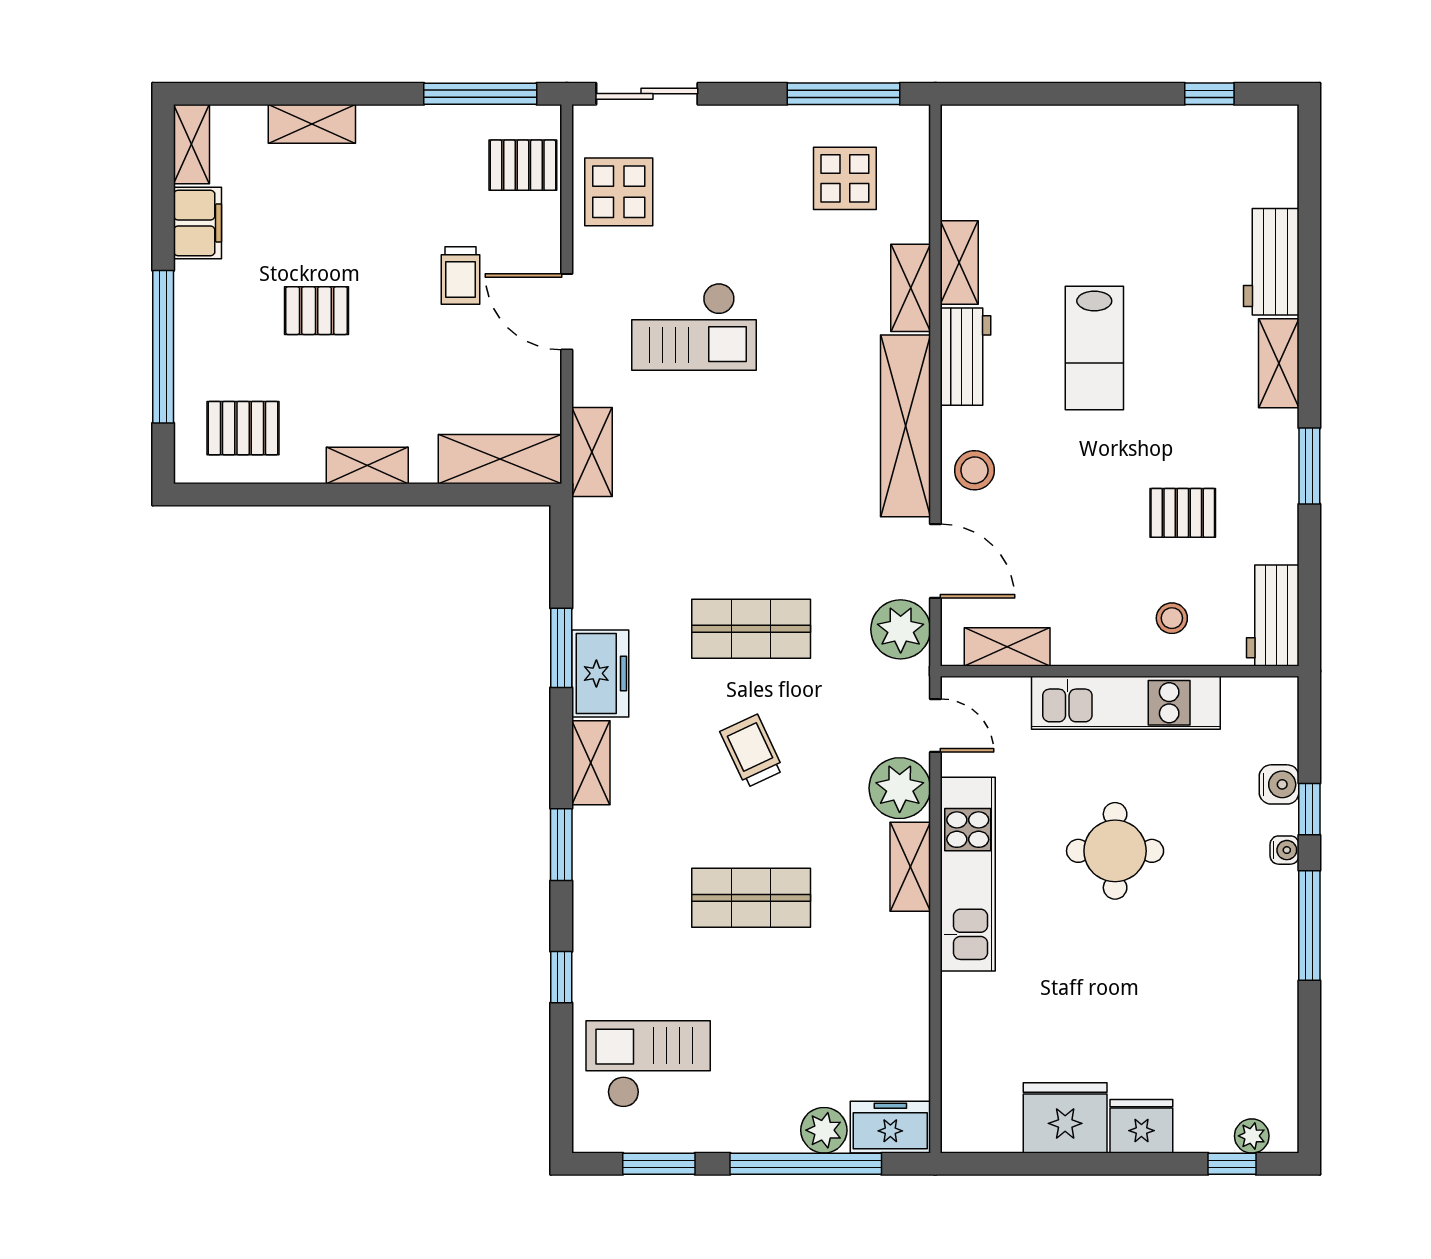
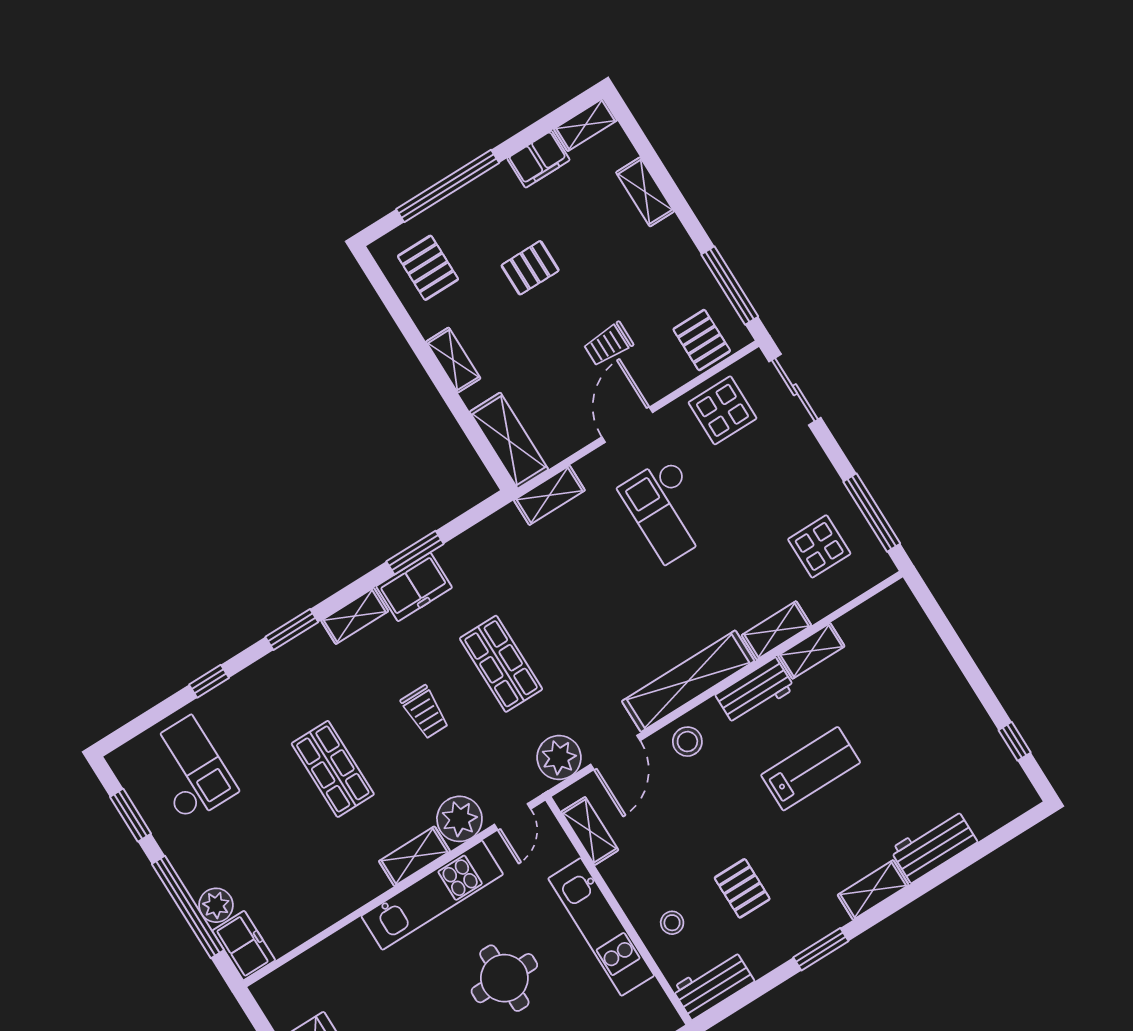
pallet: (317, 311) -> (530, 268), turned 90
lab bench: (1094, 348) -> (811, 769), turned 180
trolley: (752, 751) -> (425, 712), turned 115

